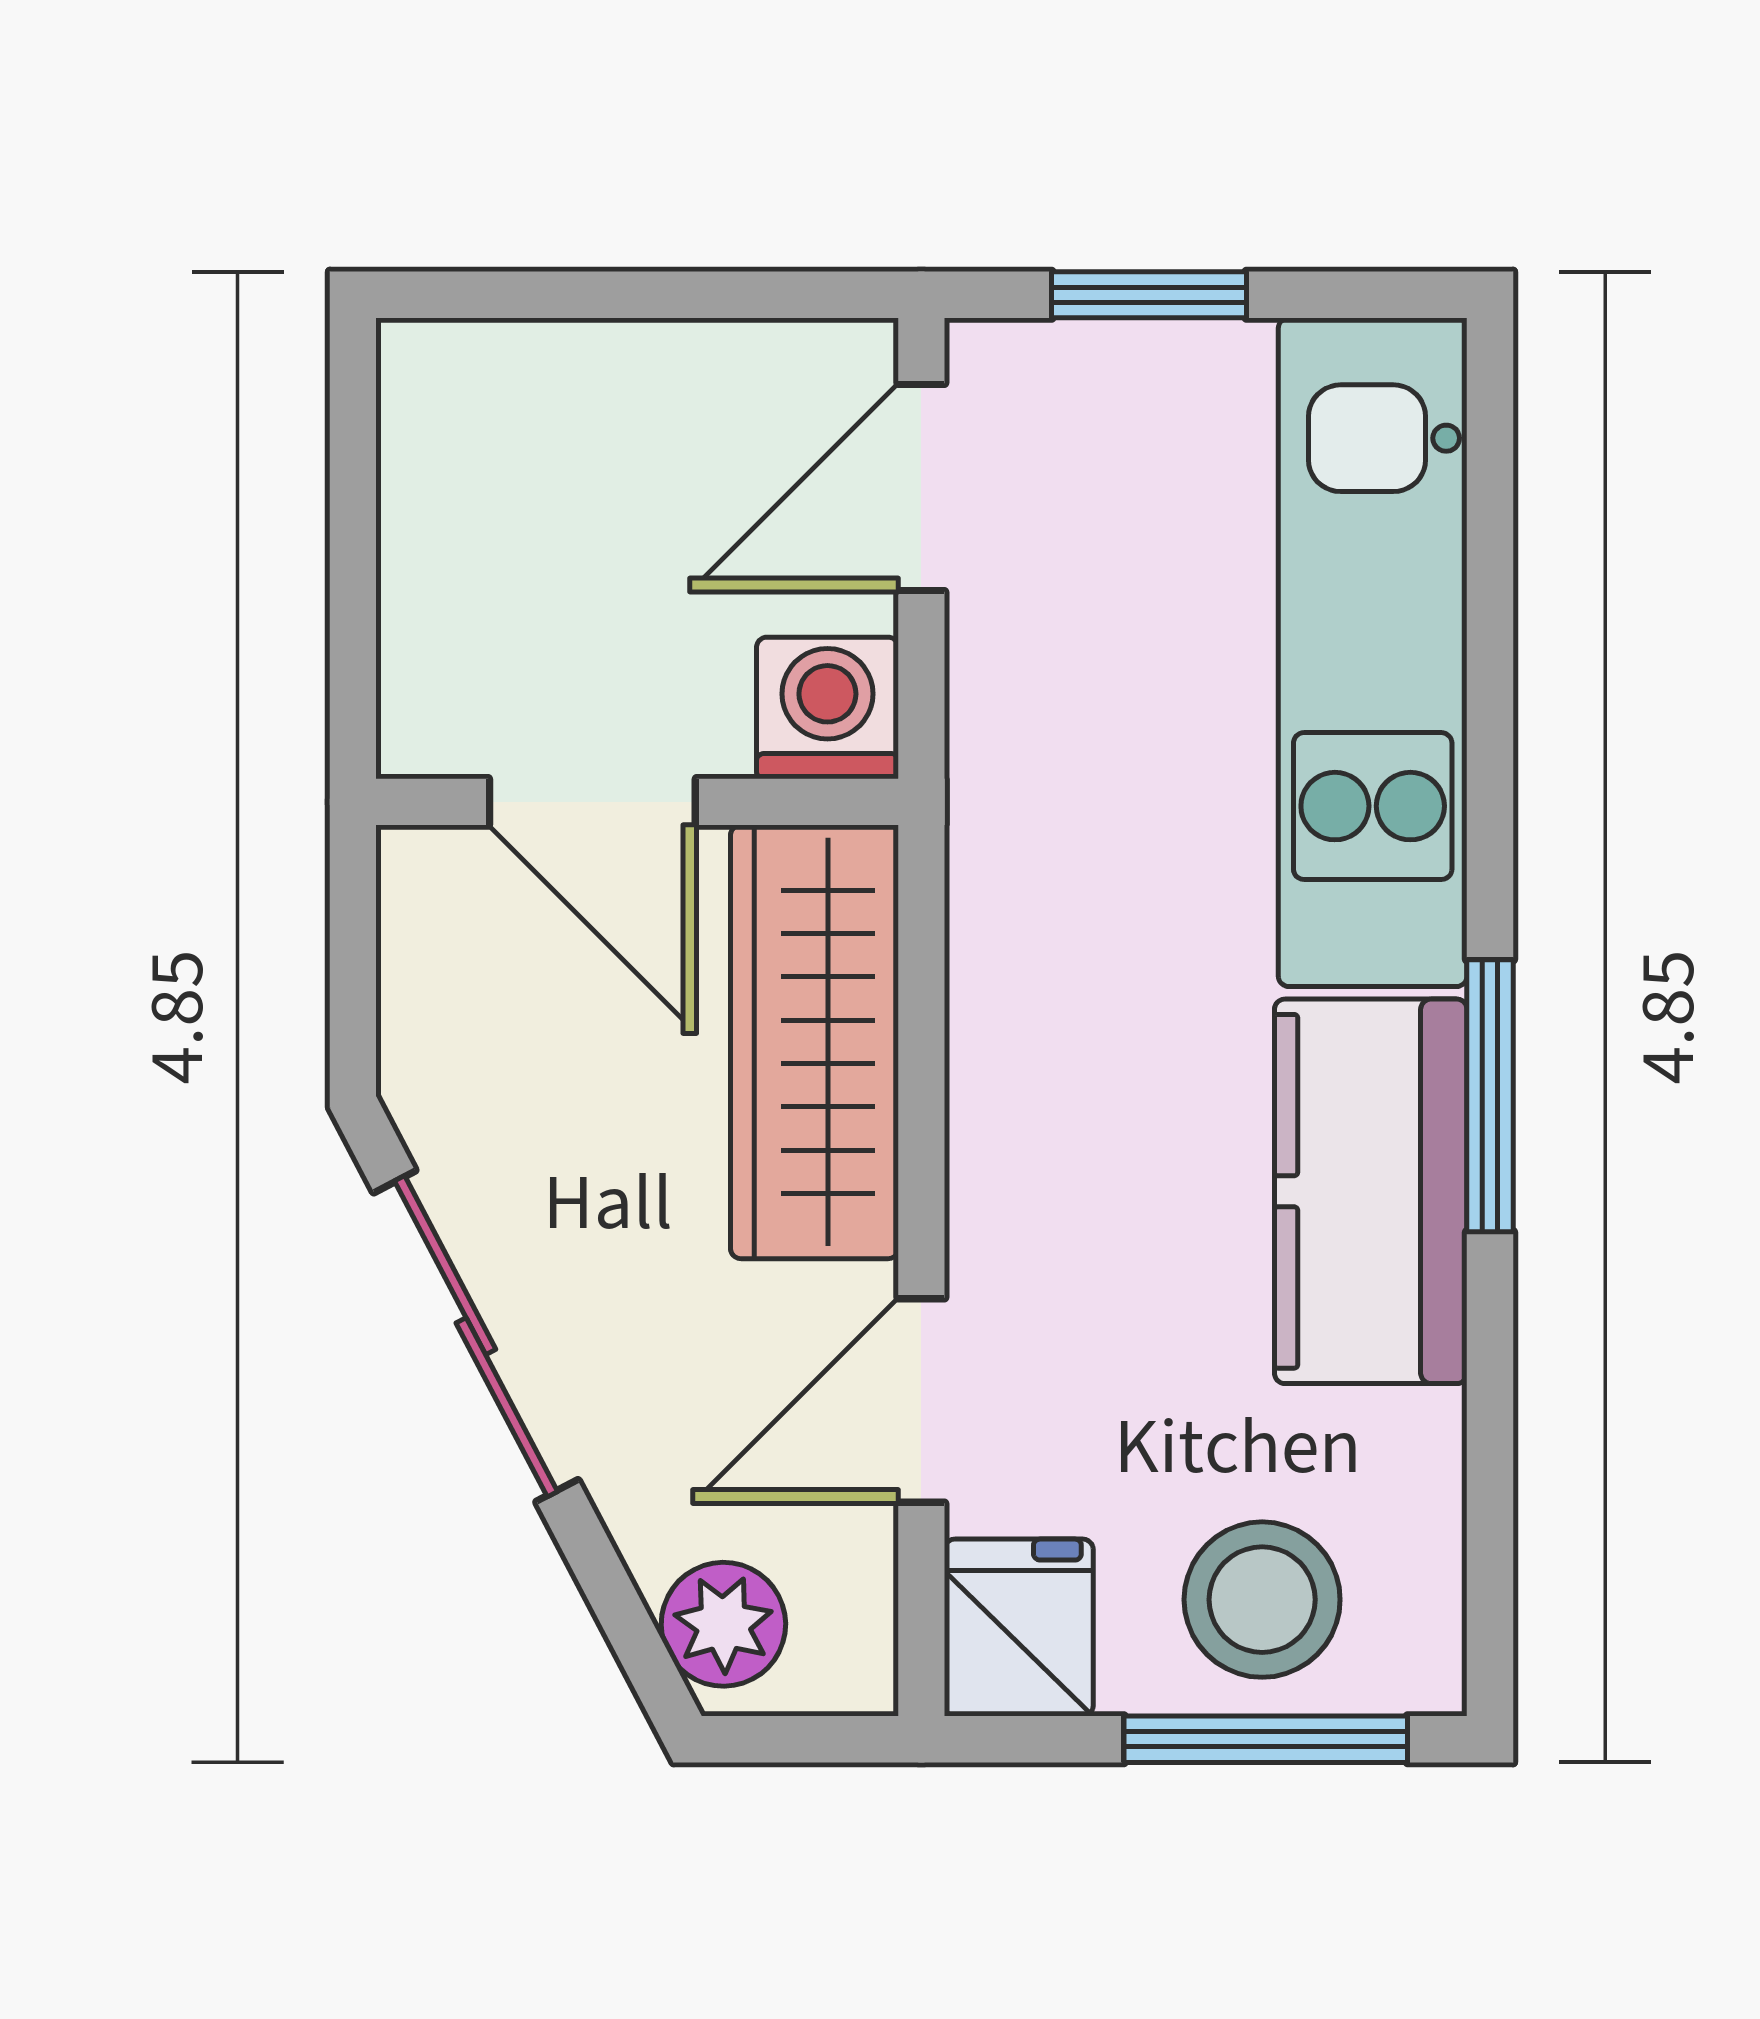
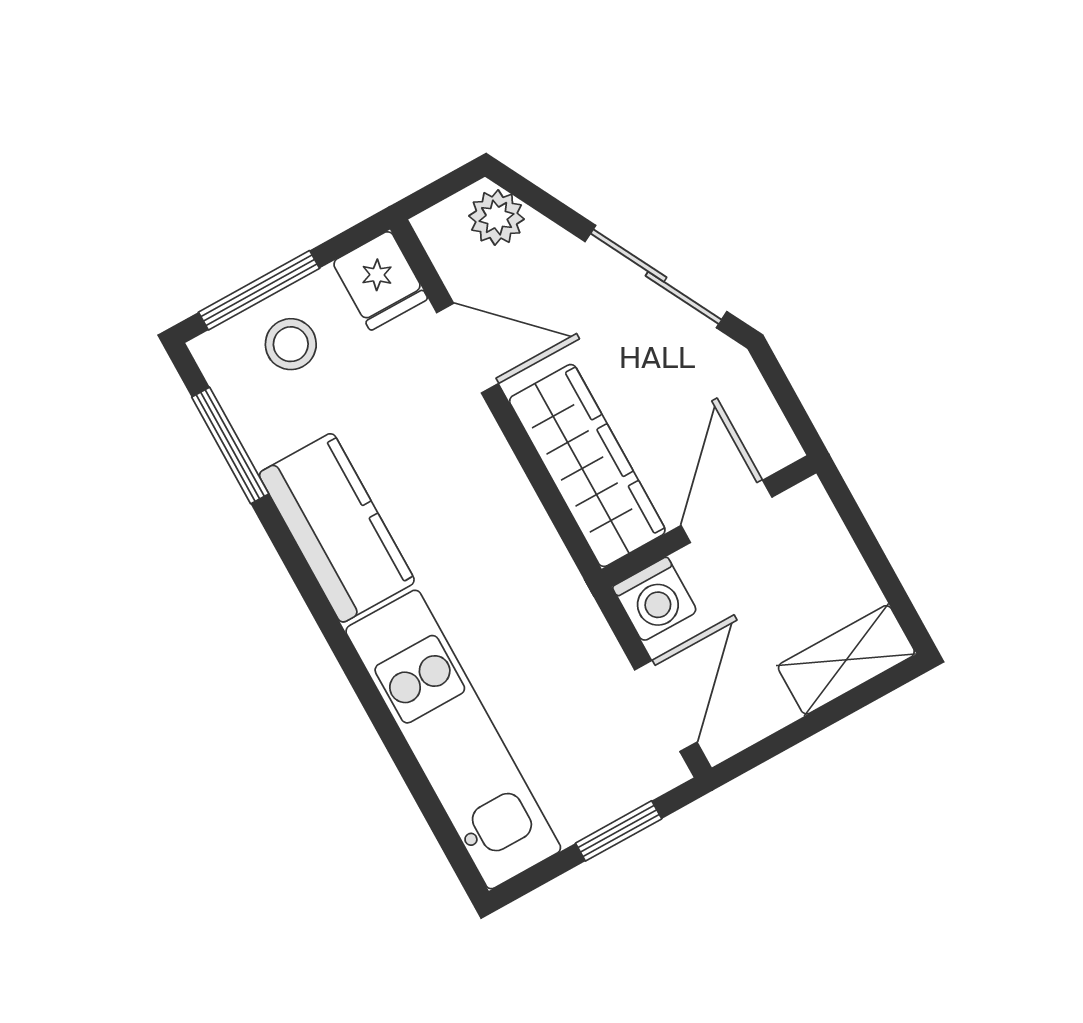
shelving: (519, 382) -> (846, 660), added
door: (592, 802) -> (727, 511), hinge flipped
window: (1490, 1096) -> (230, 445), moved
door: (921, 1401) -> (468, 348), hinge flipped
stool: (1262, 1600) -> (291, 344), width x0.73, depth x0.73

